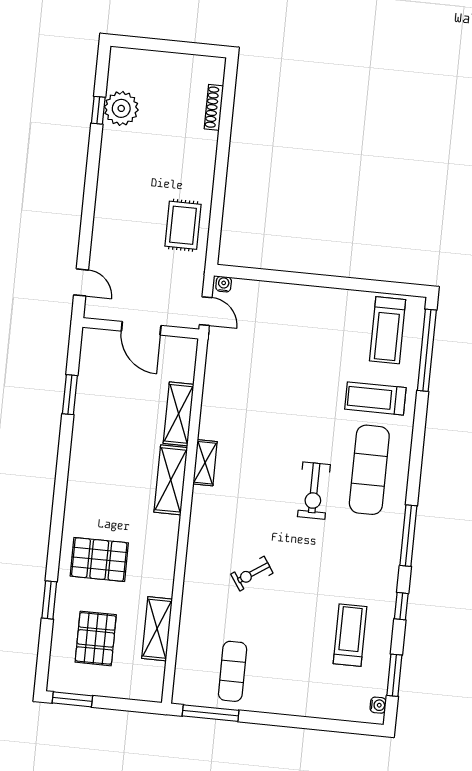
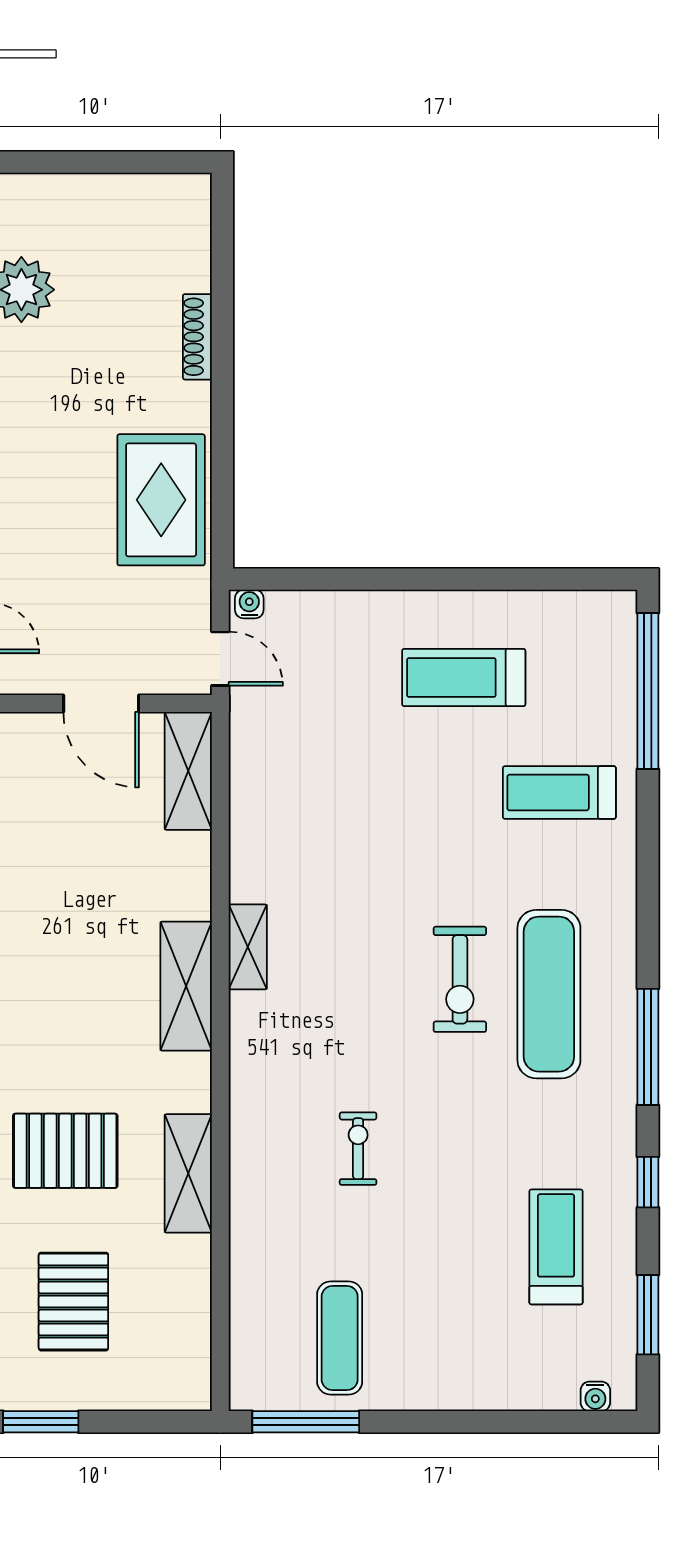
shoe rack: (214, 107) -> (197, 337), moved
rug: (183, 225) -> (161, 500), width x1.36, depth x1.43
treadmill: (388, 330) -> (464, 678), moved, turned 90
shelving: (179, 414) -> (188, 771), moved
exercise mat: (369, 470) -> (549, 994), moved
exercise bike: (252, 574) -> (358, 1149), turned 124
shelving: (157, 629) -> (188, 1173), moved
water cooler: (378, 705) -> (595, 1396), moved, turned 90

